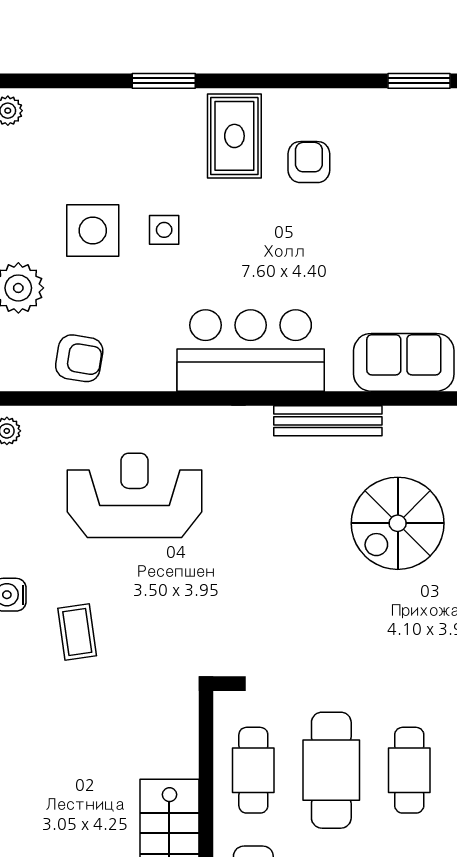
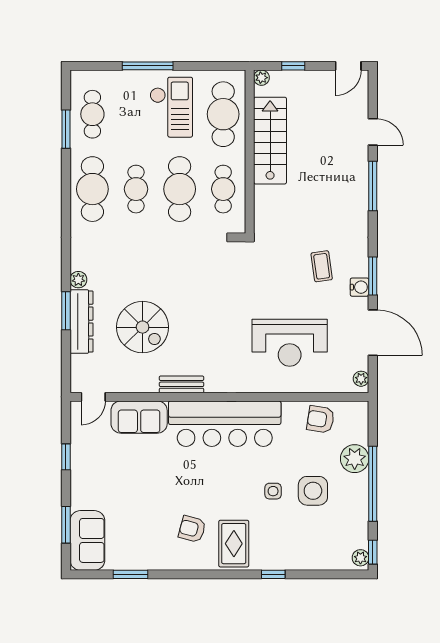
window: (164, 81) -> (273, 574), width x0.67
armchair: (309, 162) -> (192, 529), turned 105
bar counter: (251, 350) -> (225, 424), width x1.36
bench: (328, 421) -> (181, 384), width x0.73
spiral stairs: (398, 523) -> (143, 327), turned 90

